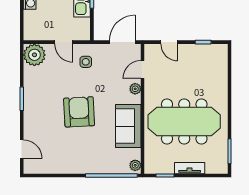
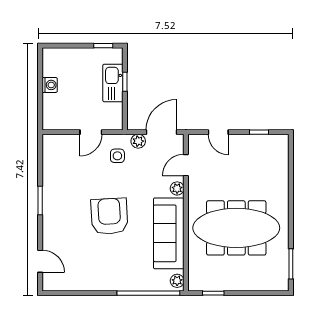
door: (64, 42) -> (91, 132), hinge flipped
plant: (34, 55) -> (138, 141), moved, width x0.53, depth x0.53
sofa: (128, 126) -> (169, 233), width x1.36
tv unit: (190, 168) -> (243, 284), removed

